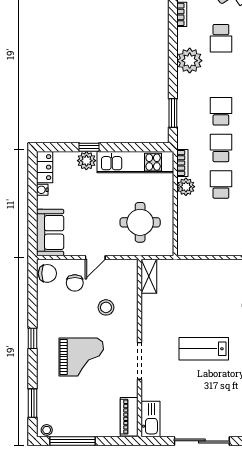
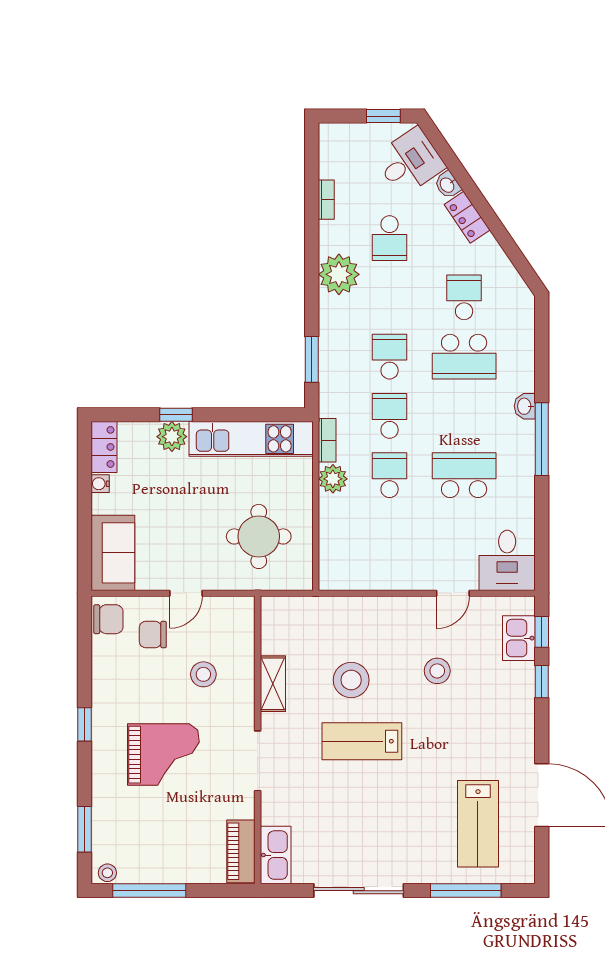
shelving: (149, 276) -> (273, 684), moved
chair: (75, 283) -> (153, 635), turned 90
stool: (197, 311) -> (351, 680), added

